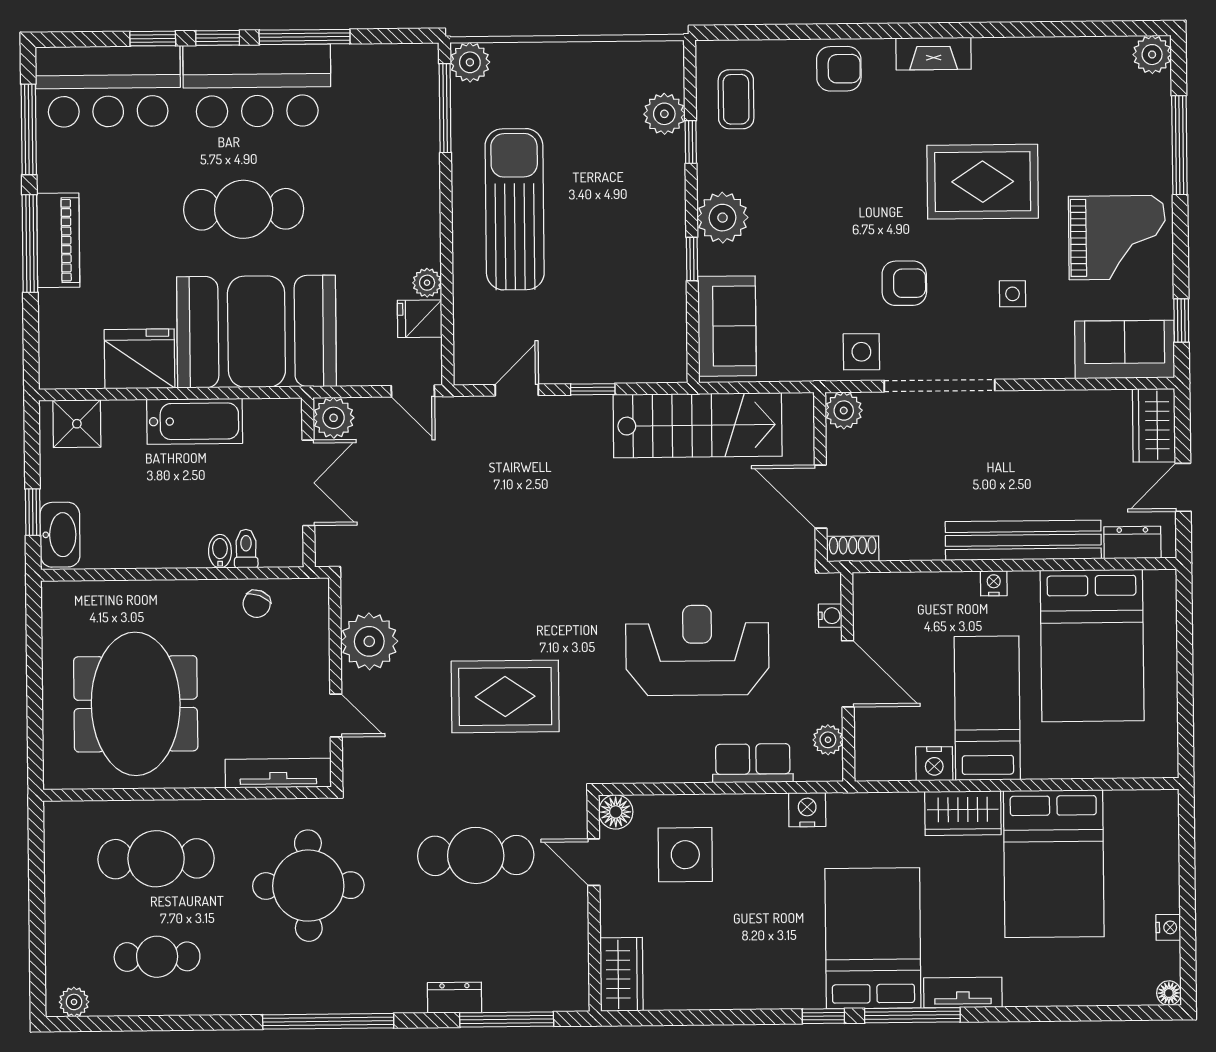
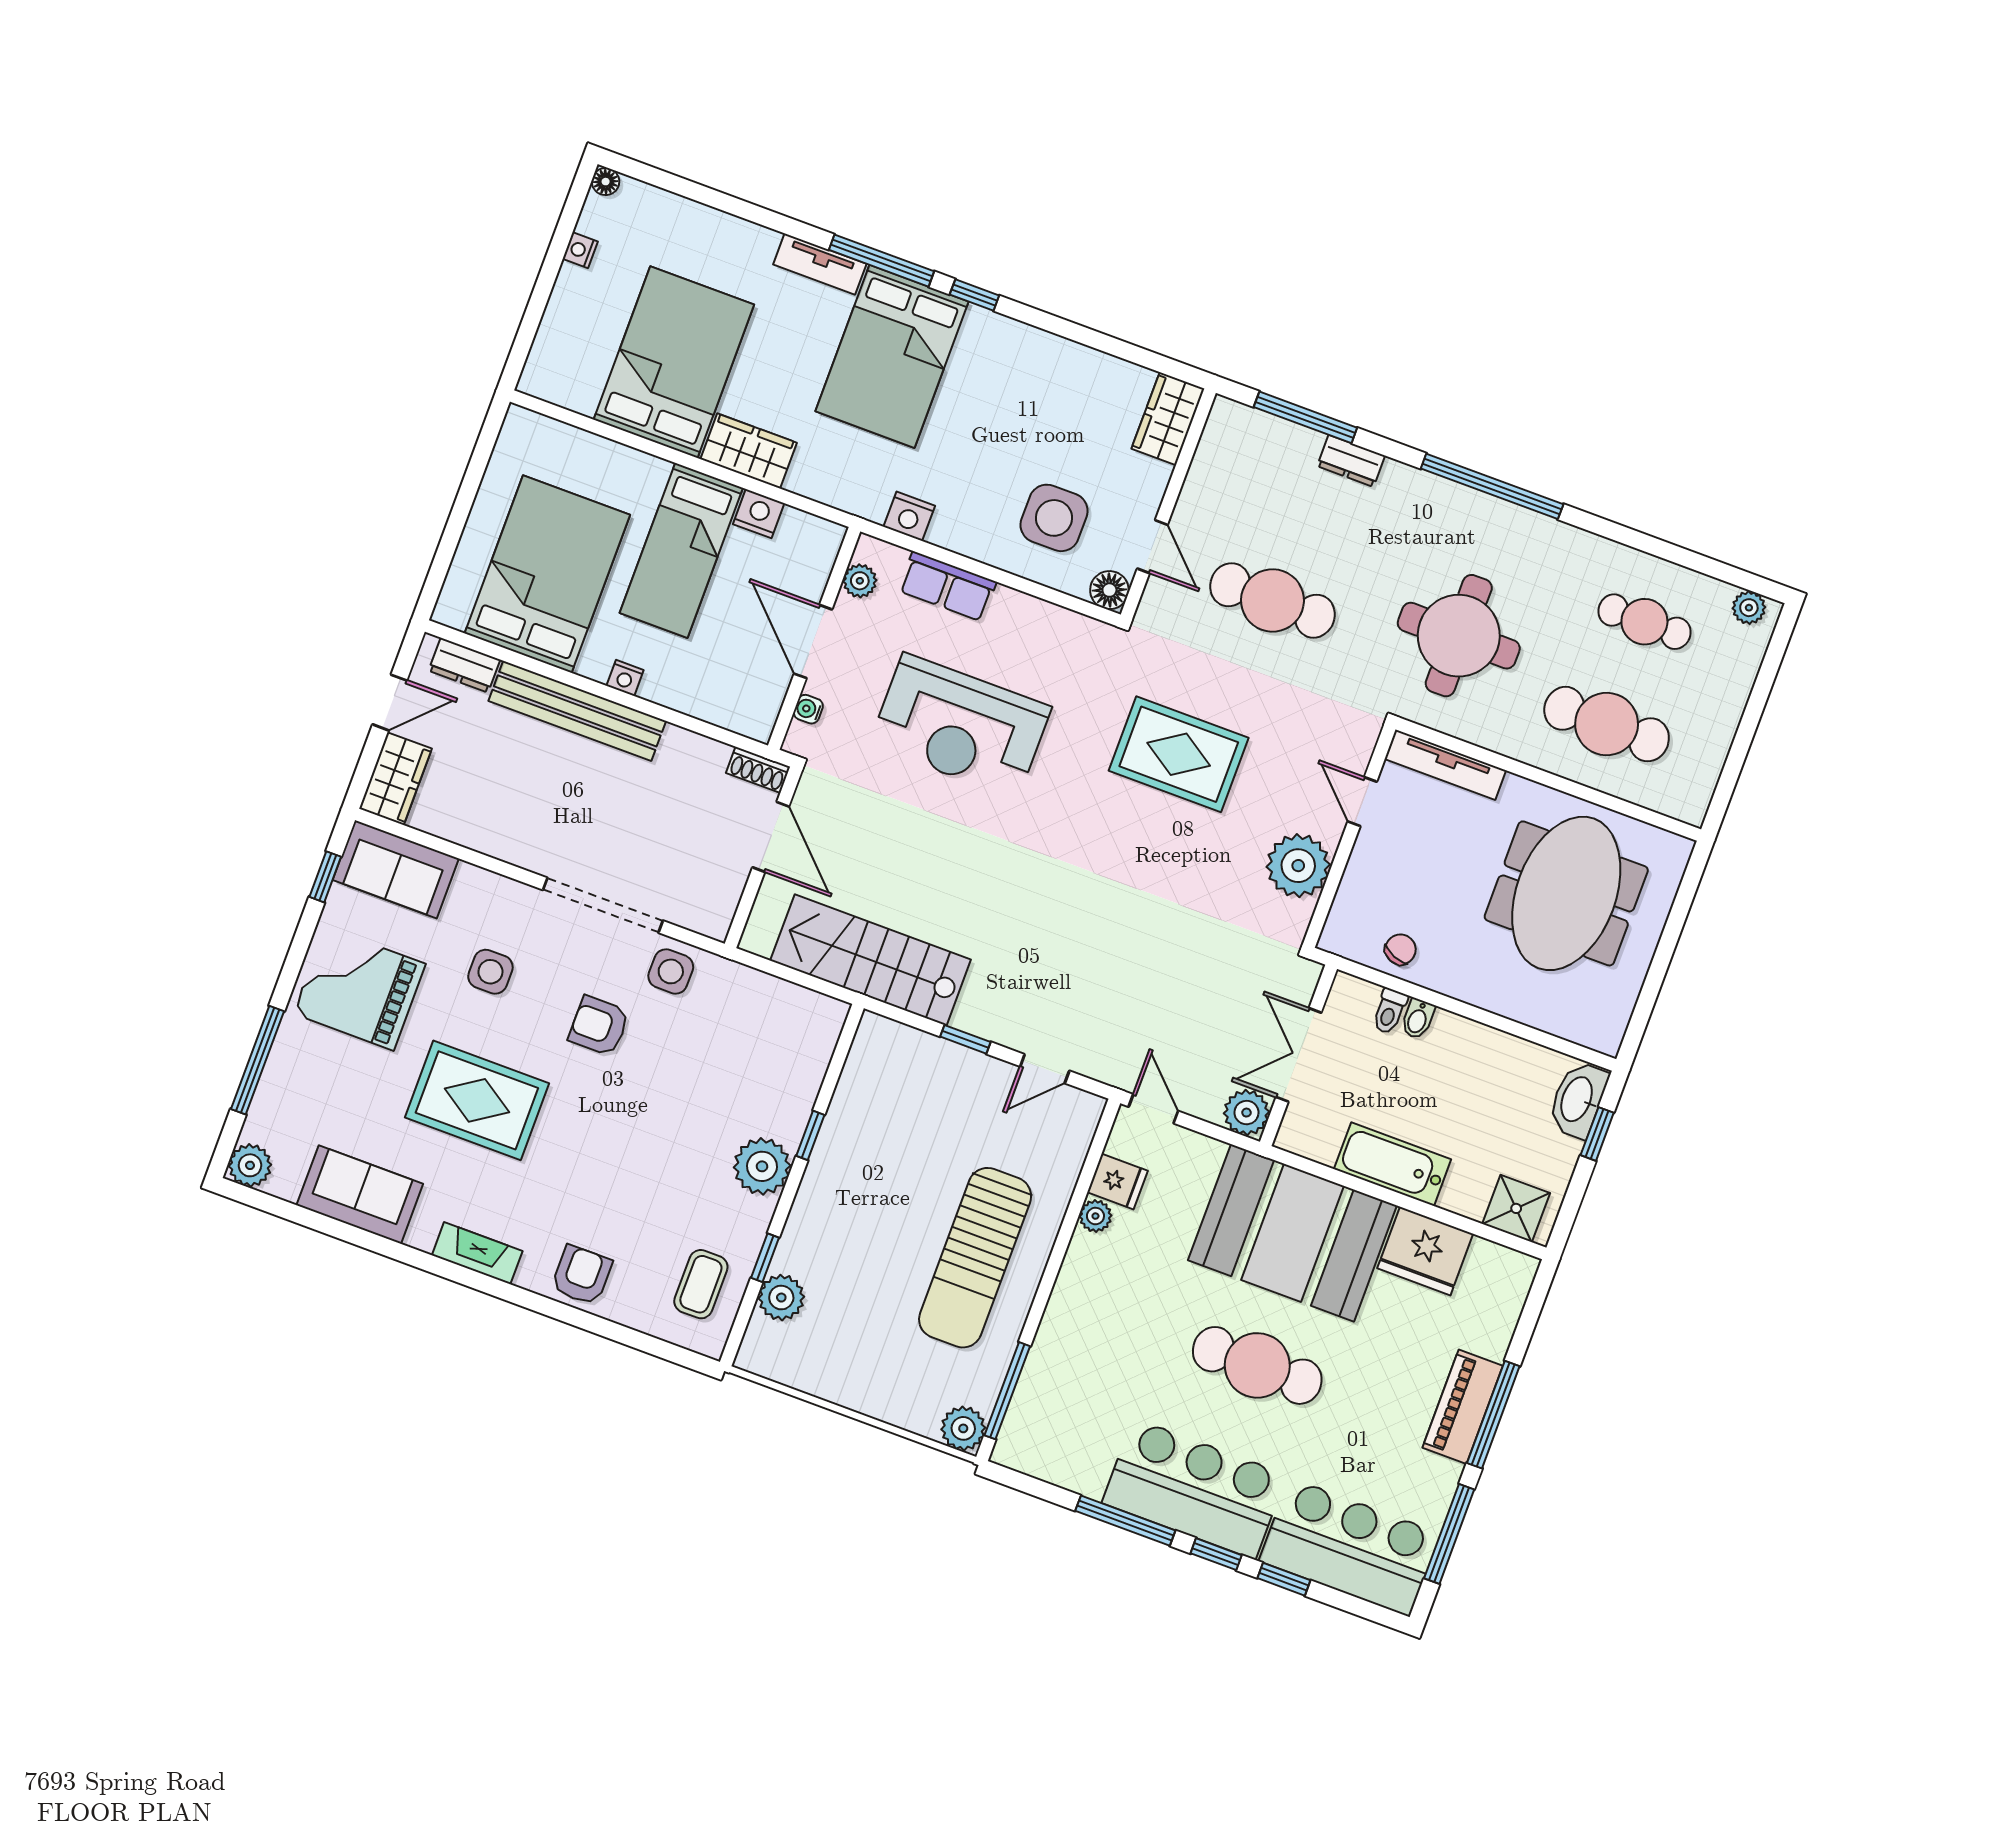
armchair: (839, 69) -> (582, 1275), turned 90
side table: (1013, 294) -> (490, 972), width x1.37, depth x1.37
sofa: (727, 326) -> (360, 1195), moved, turned 90
plant: (844, 411) -> (713, 917), removed

